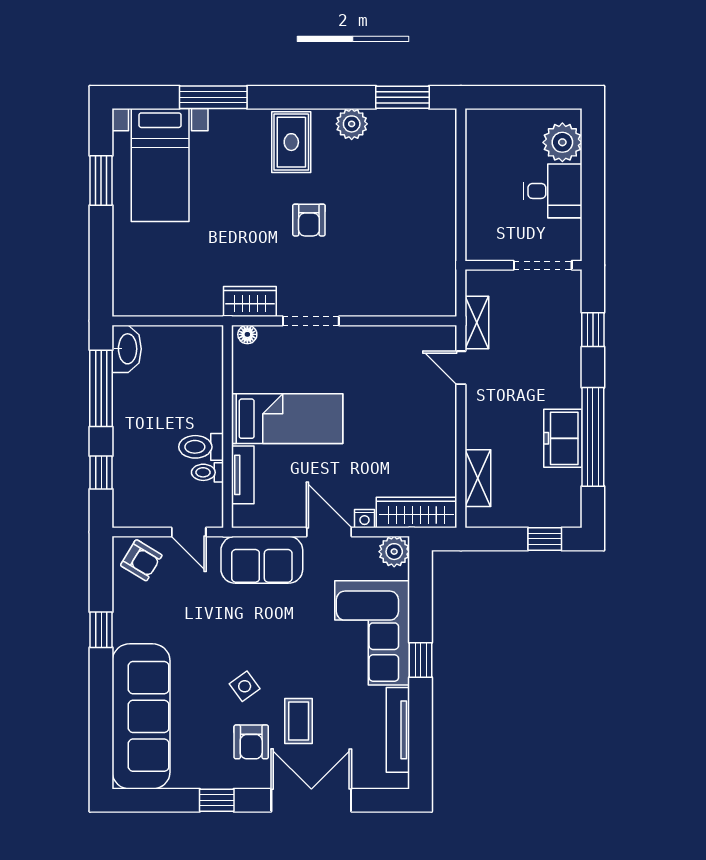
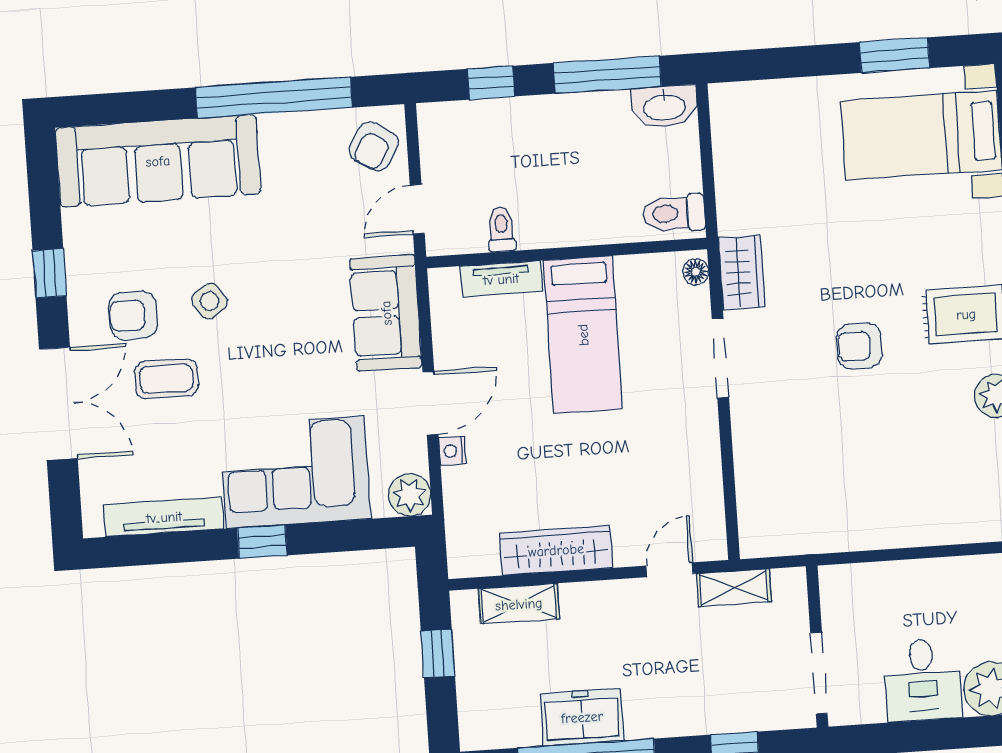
toilet: (201, 447) -> (674, 213), moved, turned -90
wardrobe: (416, 512) -> (556, 550), moved, turned -90
window: (545, 539) -> (438, 654), moved
window: (101, 630) -> (274, 97), width x3.17

